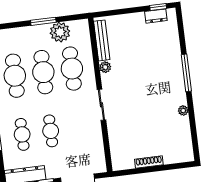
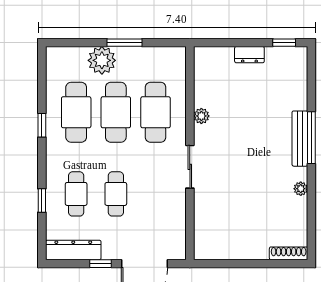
dresser: (156, 16) -> (249, 55), moved
plant: (60, 32) -> (102, 60), moved
bench: (102, 40) -> (300, 139), moved
shoe rack: (149, 162) -> (289, 253), moved

